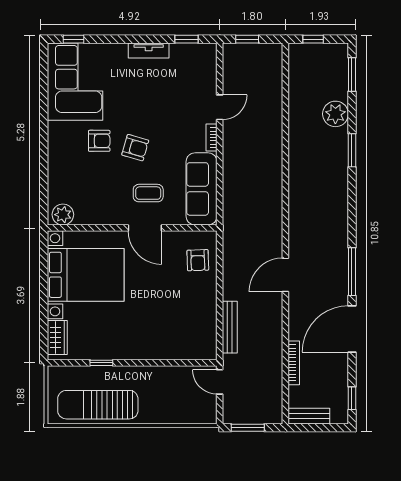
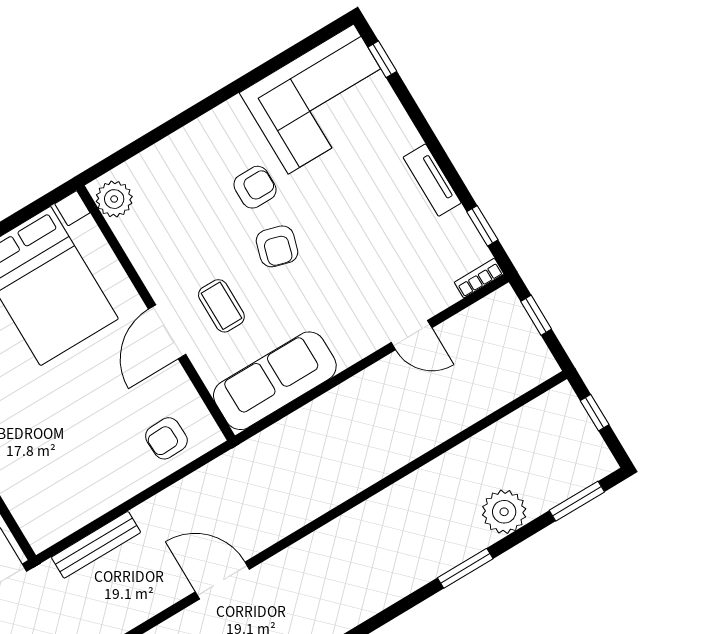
bookcase: (212, 138) -> (479, 278), moved
armchair: (99, 141) -> (255, 187), turned -90

